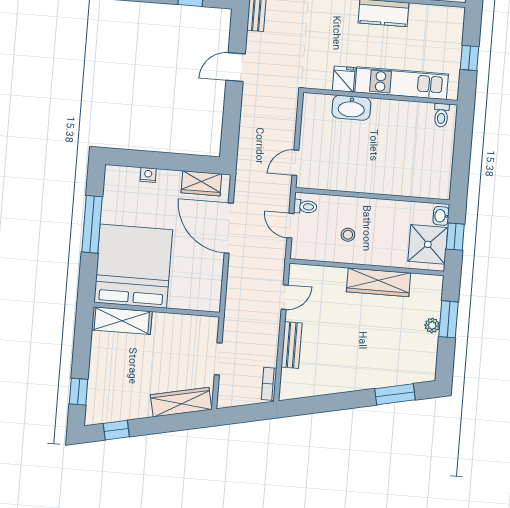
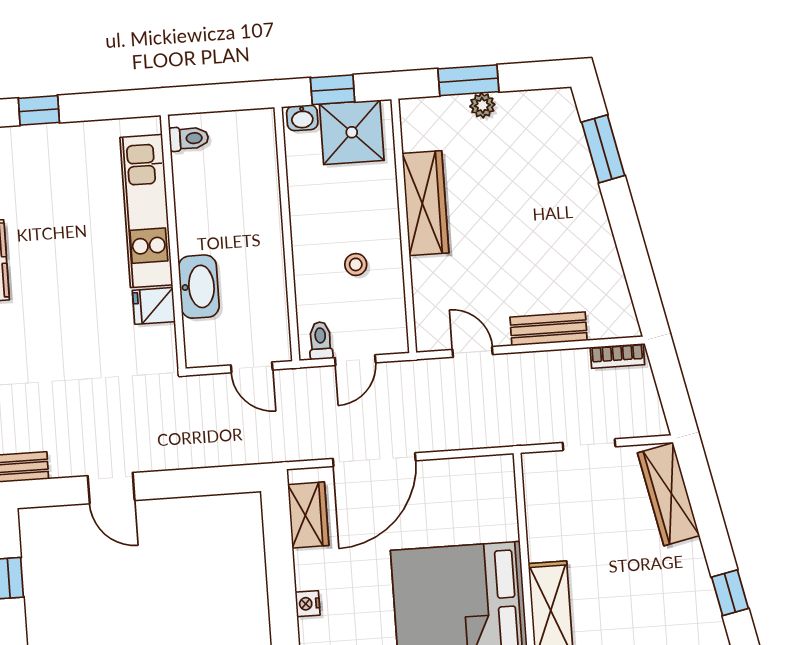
fridge: (344, 79) -> (154, 306), moved
kitchen unit: (402, 83) -> (146, 211), moved
wall: (381, 96) -> (173, 242), moved
washbasin: (351, 108) -> (199, 287), moved
toilet: (441, 115) -> (189, 139), moved

